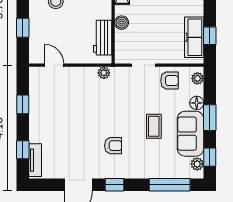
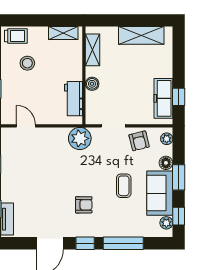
plant: (104, 73) -> (80, 138), width x1.87, depth x1.87
armchair: (169, 81) -> (139, 141), turned 76
window: (170, 185) -> (123, 243), moved

